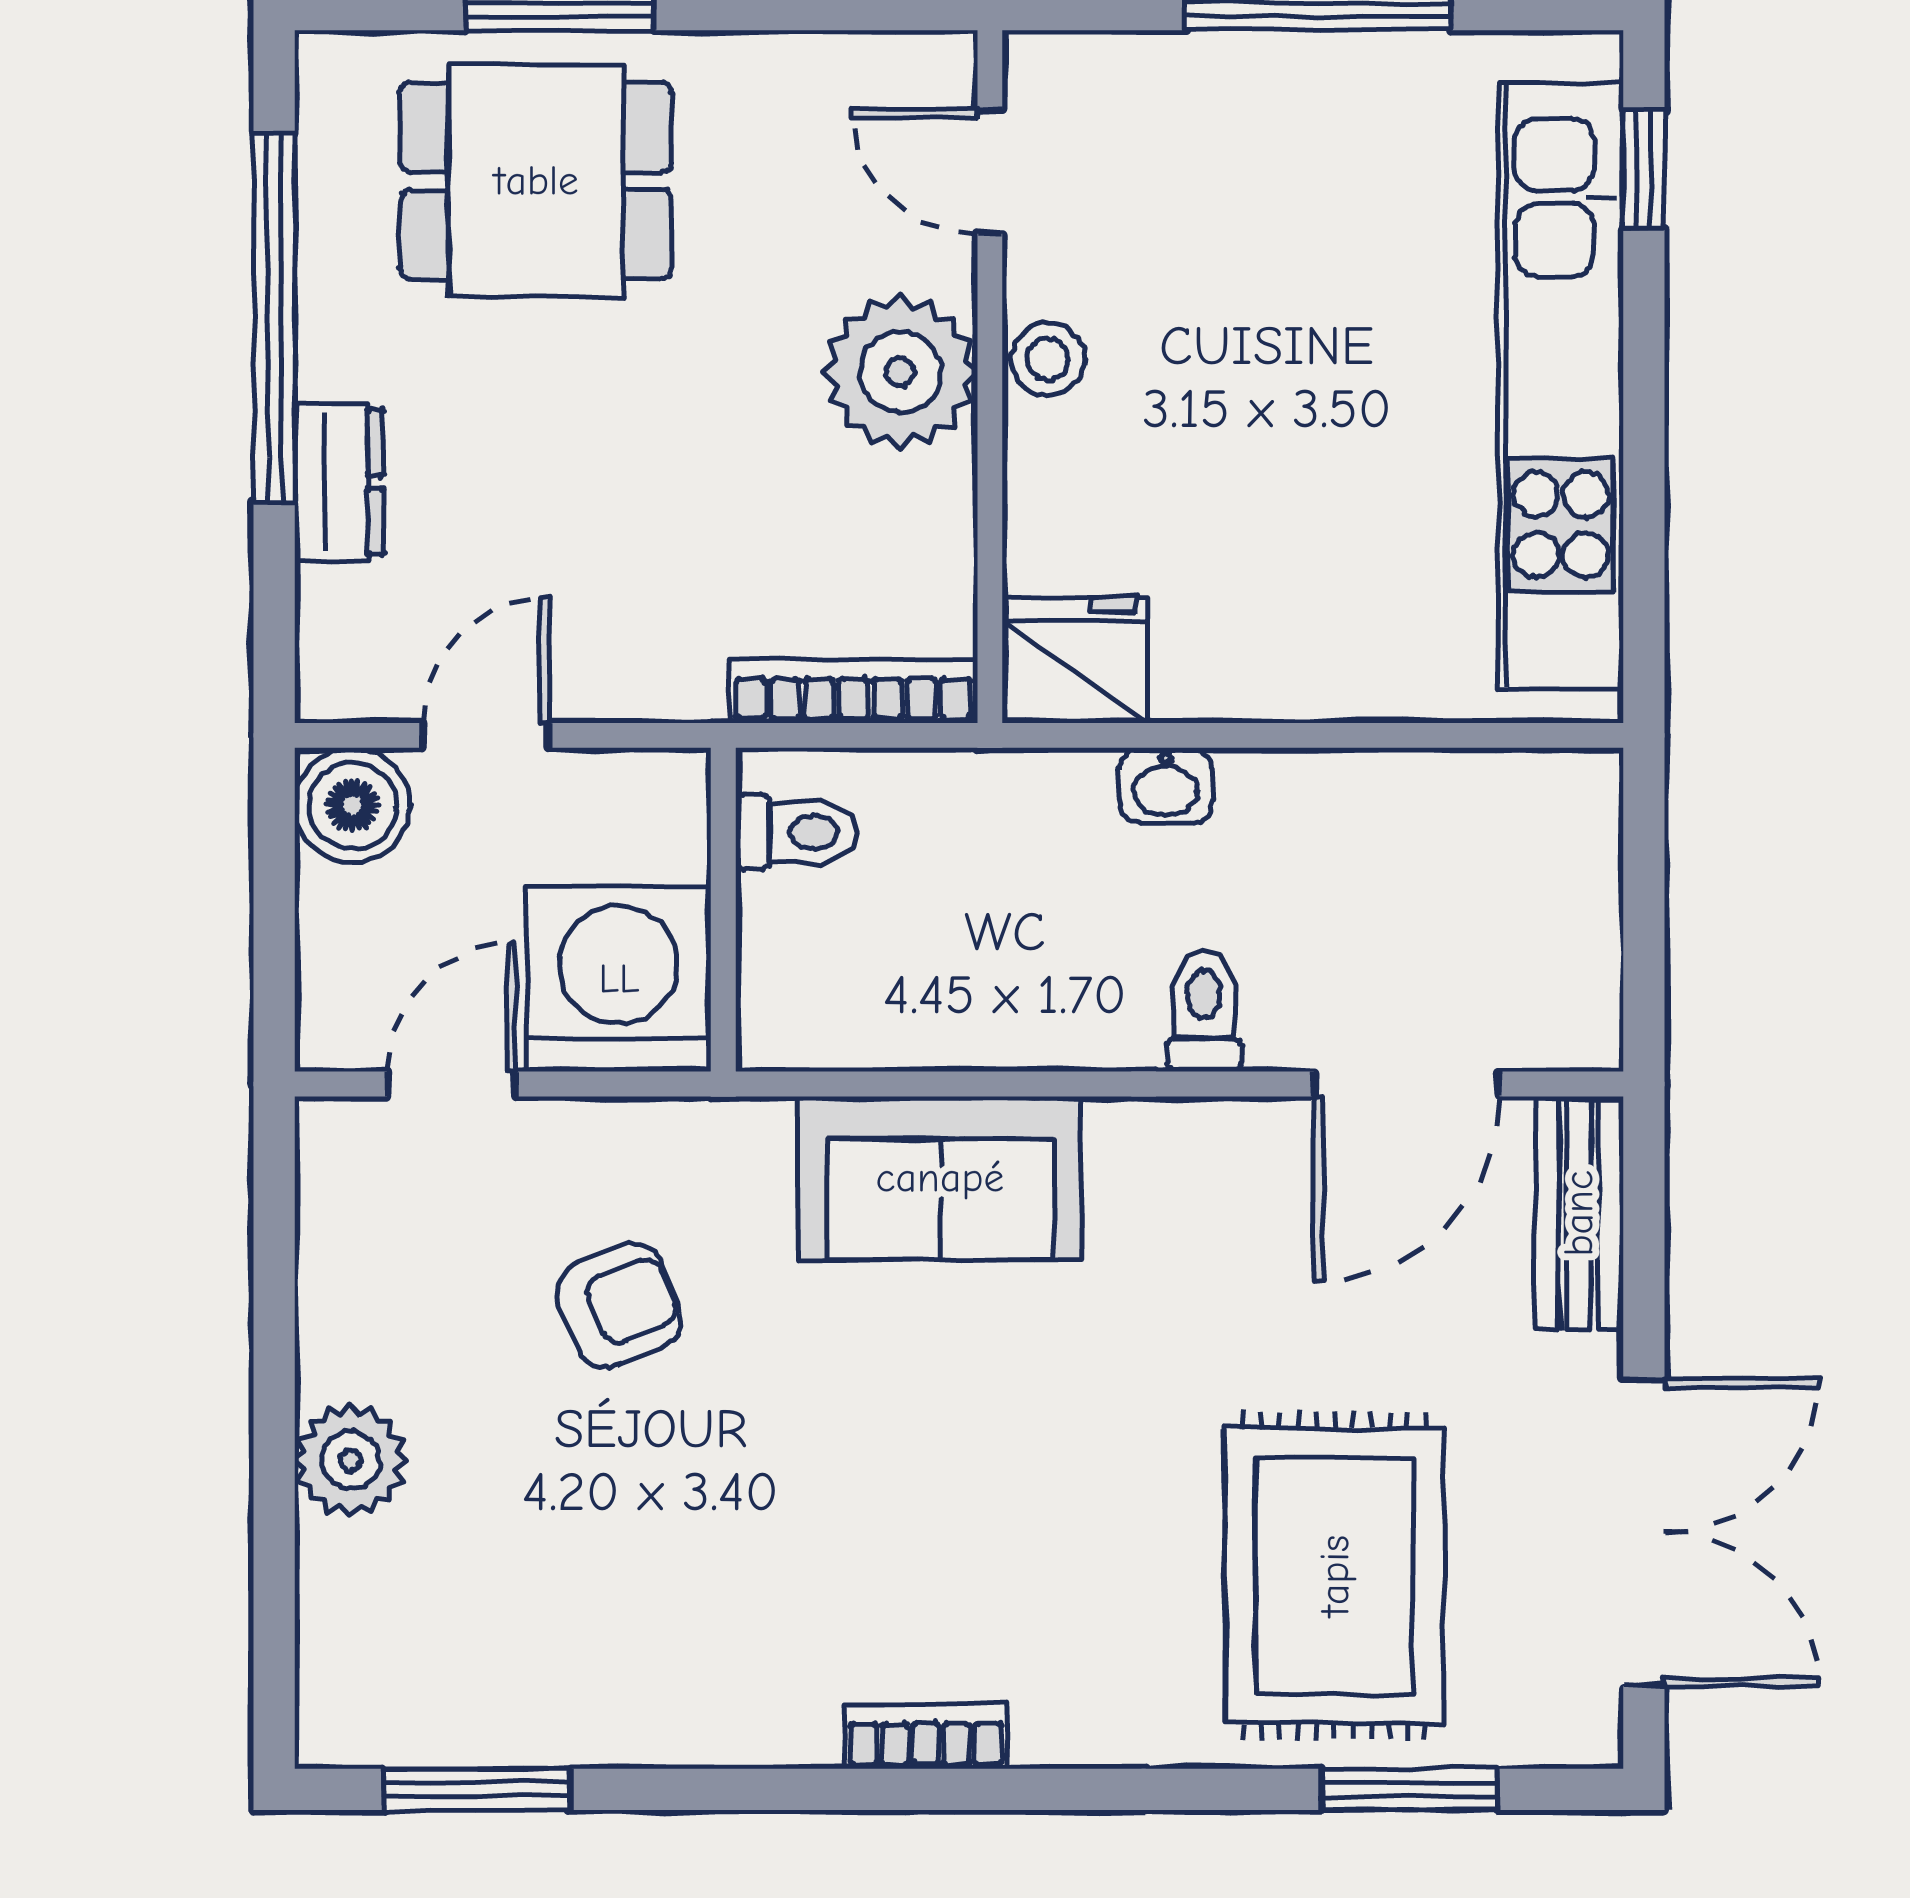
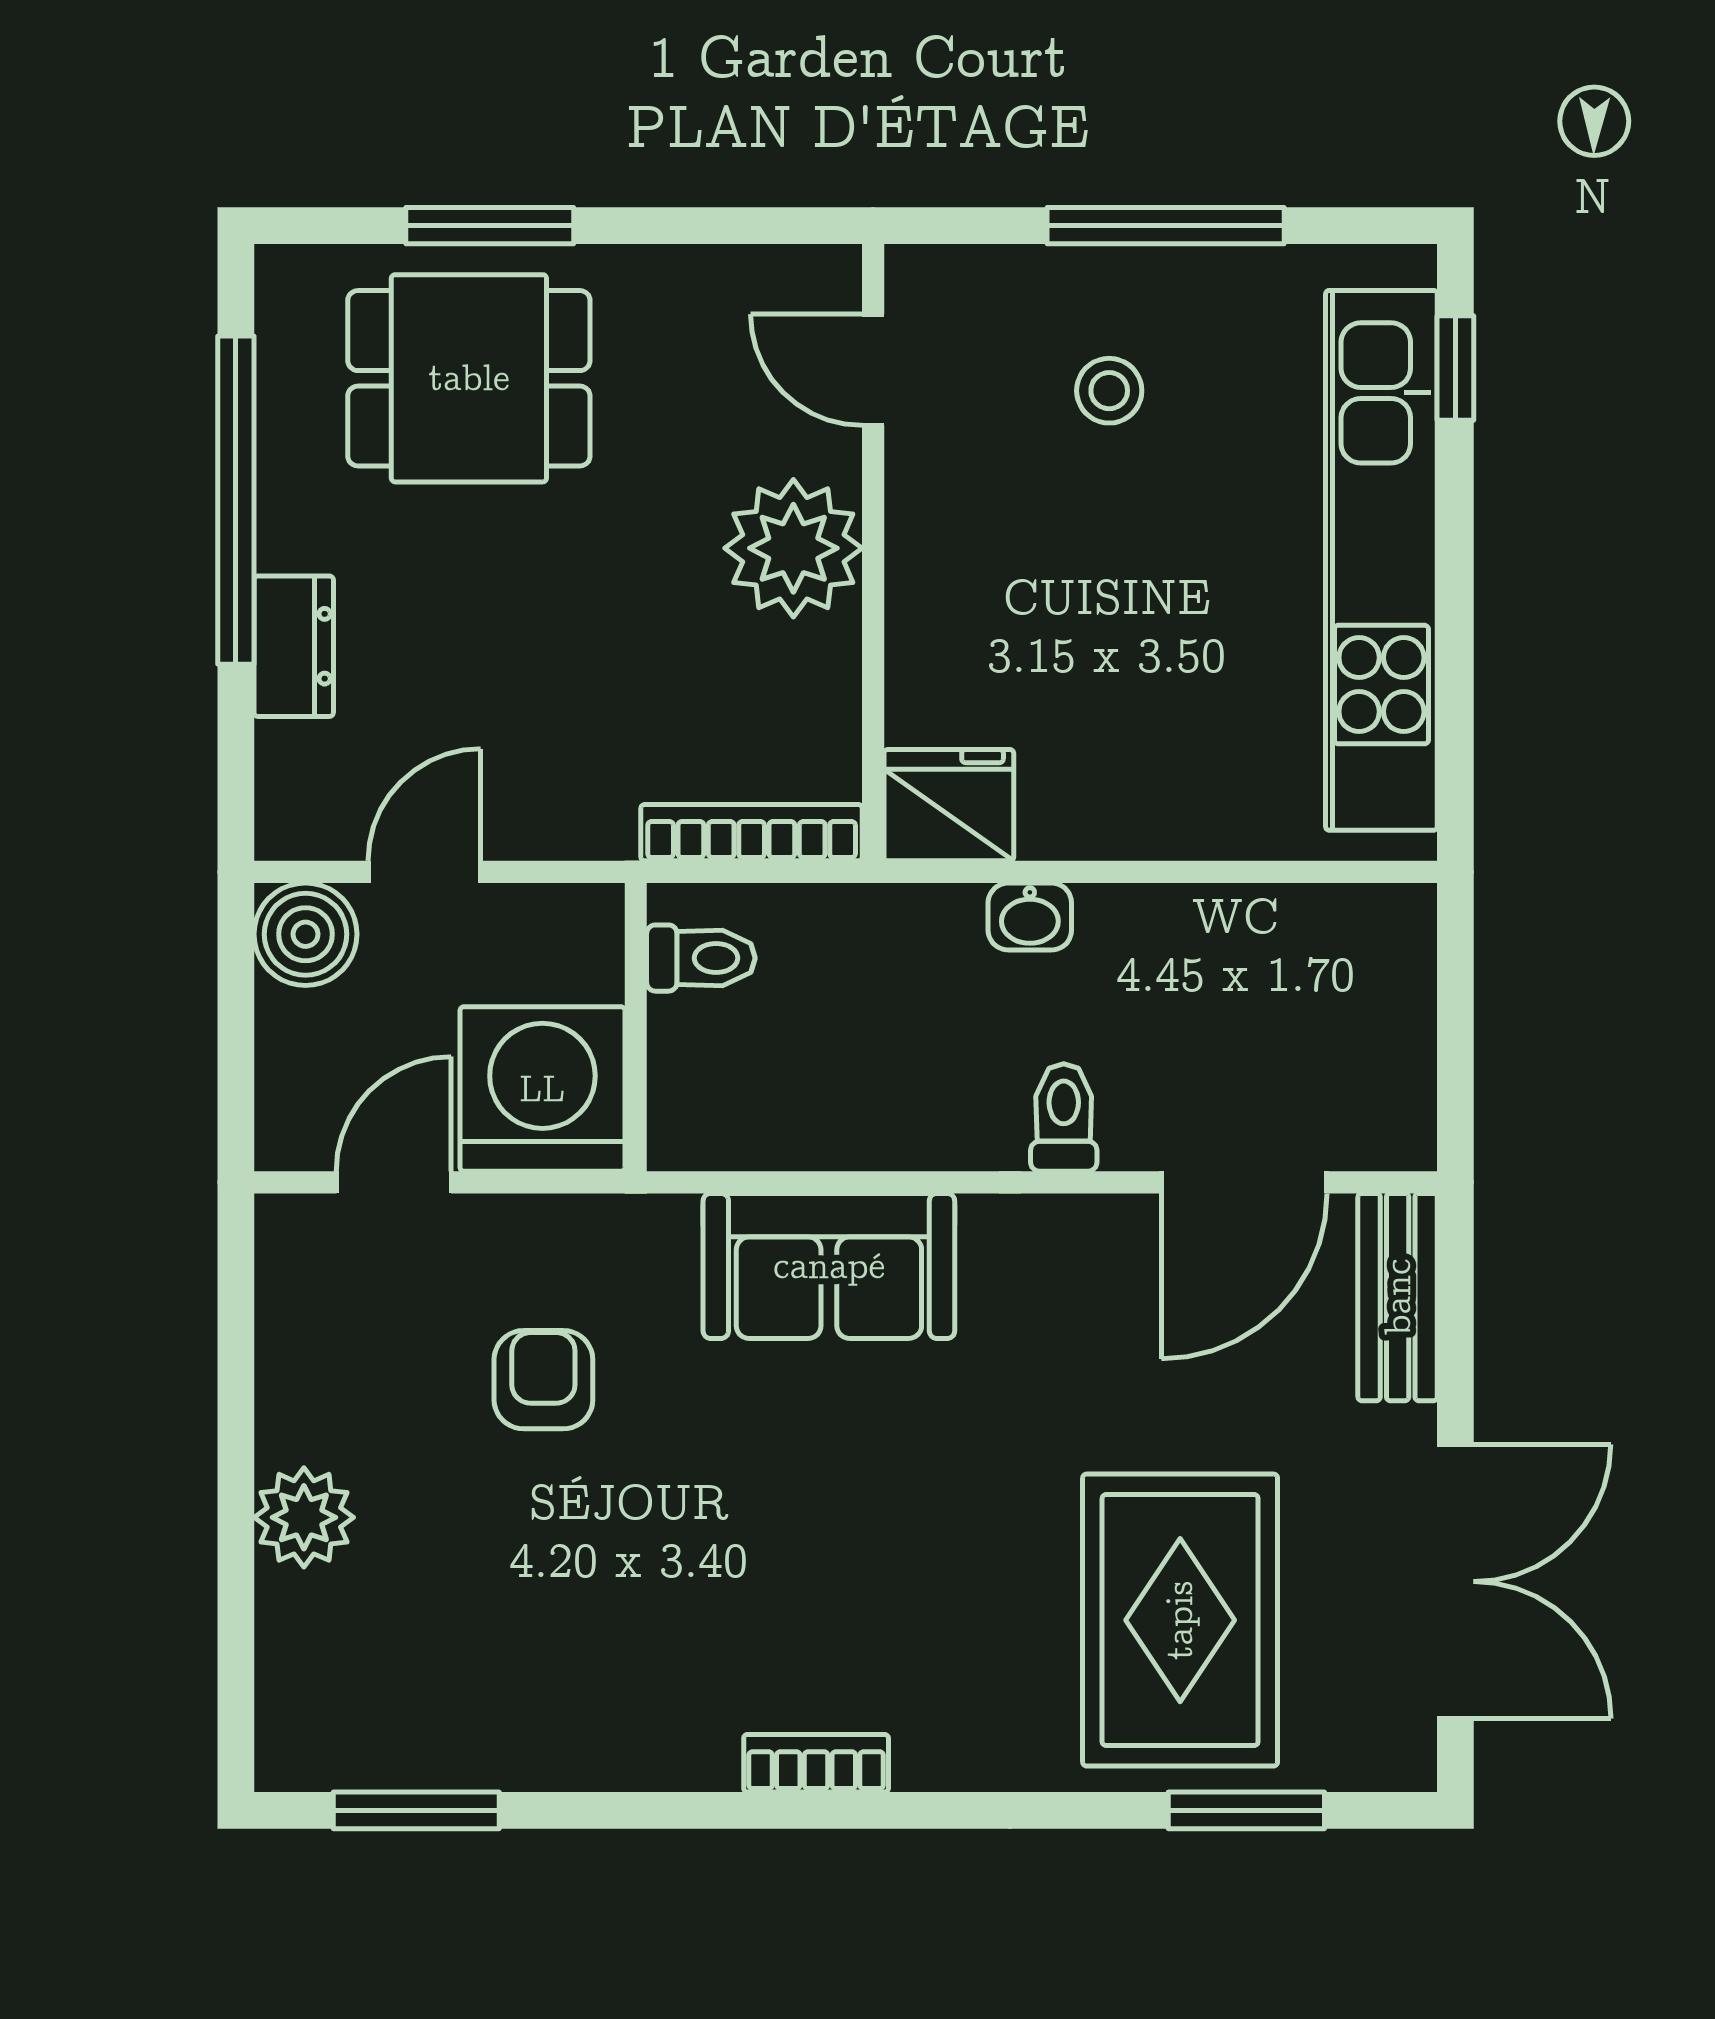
stool: (1048, 359) -> (1109, 391), moved
armchair: (620, 1306) -> (543, 1380), turned -68

